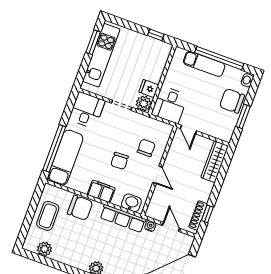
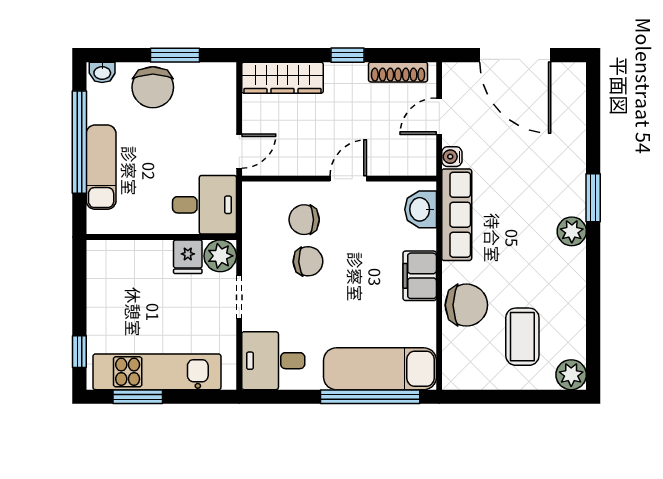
window: (156, 35) -> (79, 352), moved
chair: (120, 161) -> (308, 261), moved
chair: (80, 208) -> (466, 305), turned 90
window: (207, 214) -> (347, 55), moved
coffee table: (48, 216) -> (522, 337), moved, turned 90
plant: (44, 249) -> (571, 375), moved

